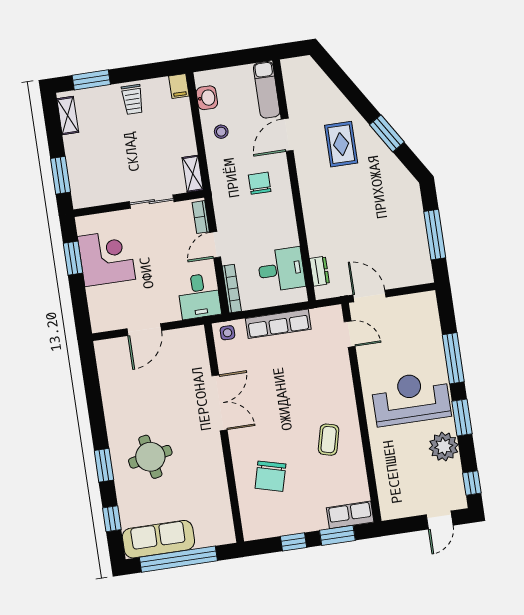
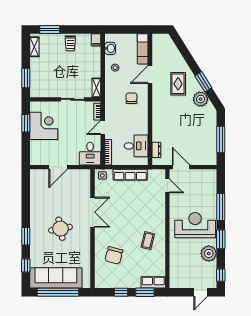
plant: (387, 166) -> (201, 99), added
round table: (150, 457) -> (60, 229), moved
sofa: (158, 539) -> (56, 278), width x1.36, depth x1.27

